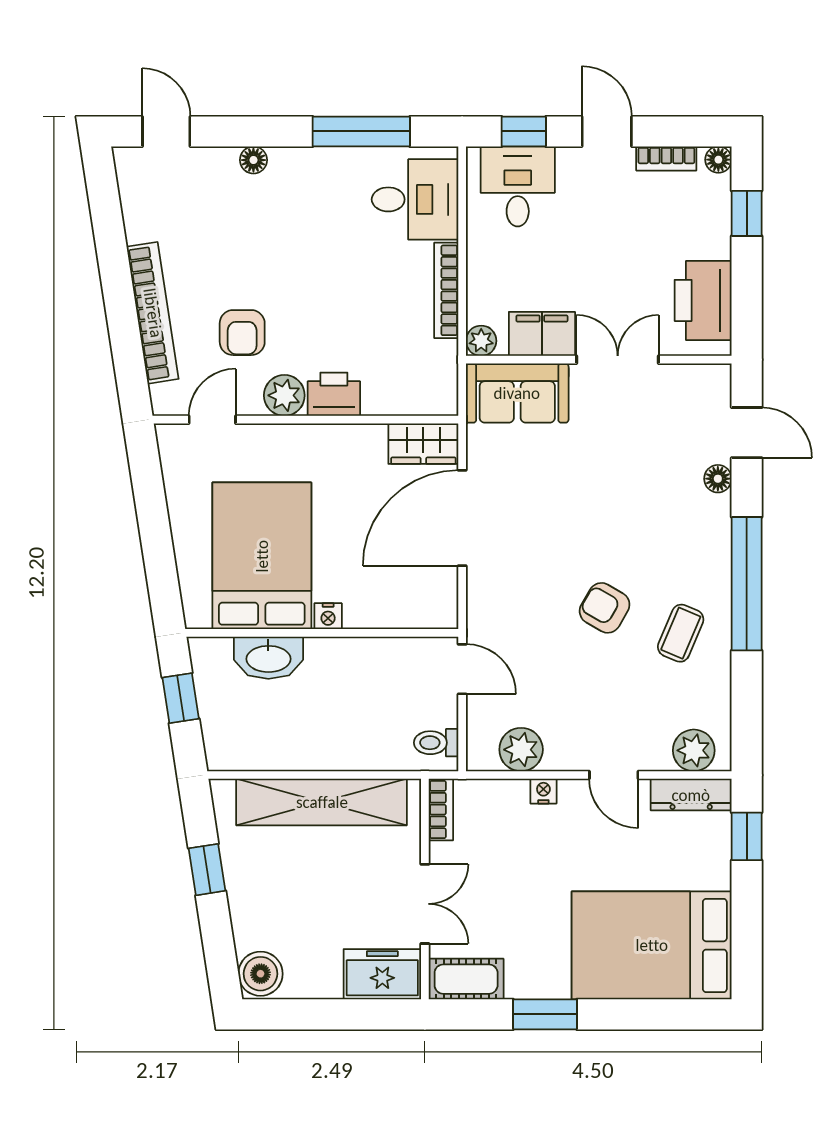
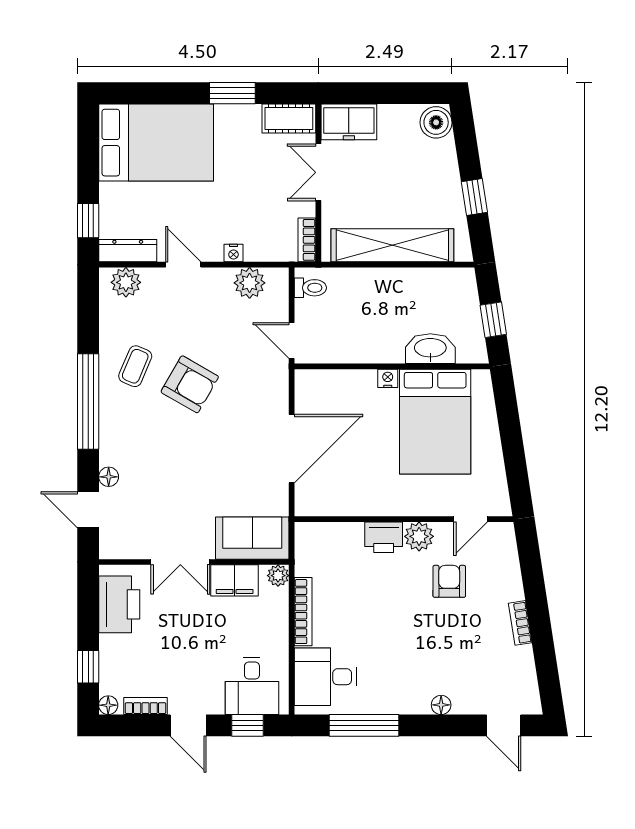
bookcase: (153, 313) -> (520, 623), width x0.43, depth x0.76
wardrobe: (423, 444) -> (319, 502), removed
armchair: (605, 608) -> (190, 384), width x1.38, depth x1.38

